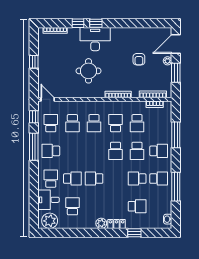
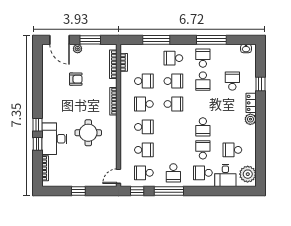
desk: (95, 39) -> (54, 139), moved
school desk: (159, 151) -> (173, 58), turned -90

